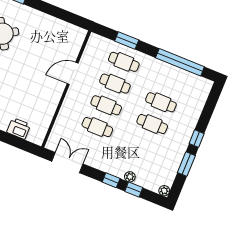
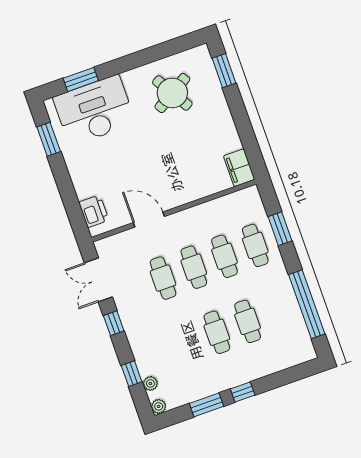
filing cabinet: (74, 33) -> (239, 168), added
door: (73, 73) -> (149, 219), moved
printer: (19, 128) -> (94, 211), moved
double door: (67, 163) -> (98, 280), swing flipped
plant: (130, 177) -> (150, 383), moved
window: (111, 180) -> (114, 323), moved

